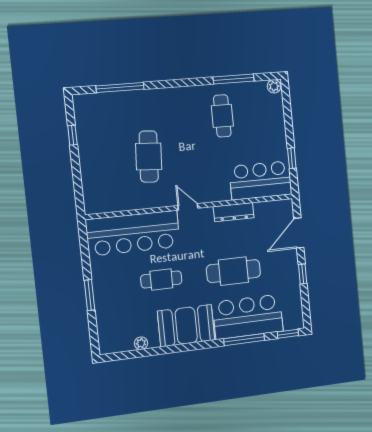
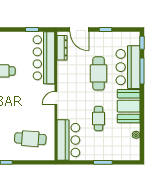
cafe table: (149, 157) -> (30, 139), moved
bar counter: (261, 180) -> (44, 58), width x1.36
dresser: (234, 212) -> (62, 48), moved
bar counter: (133, 233) -> (68, 140), width x0.73

